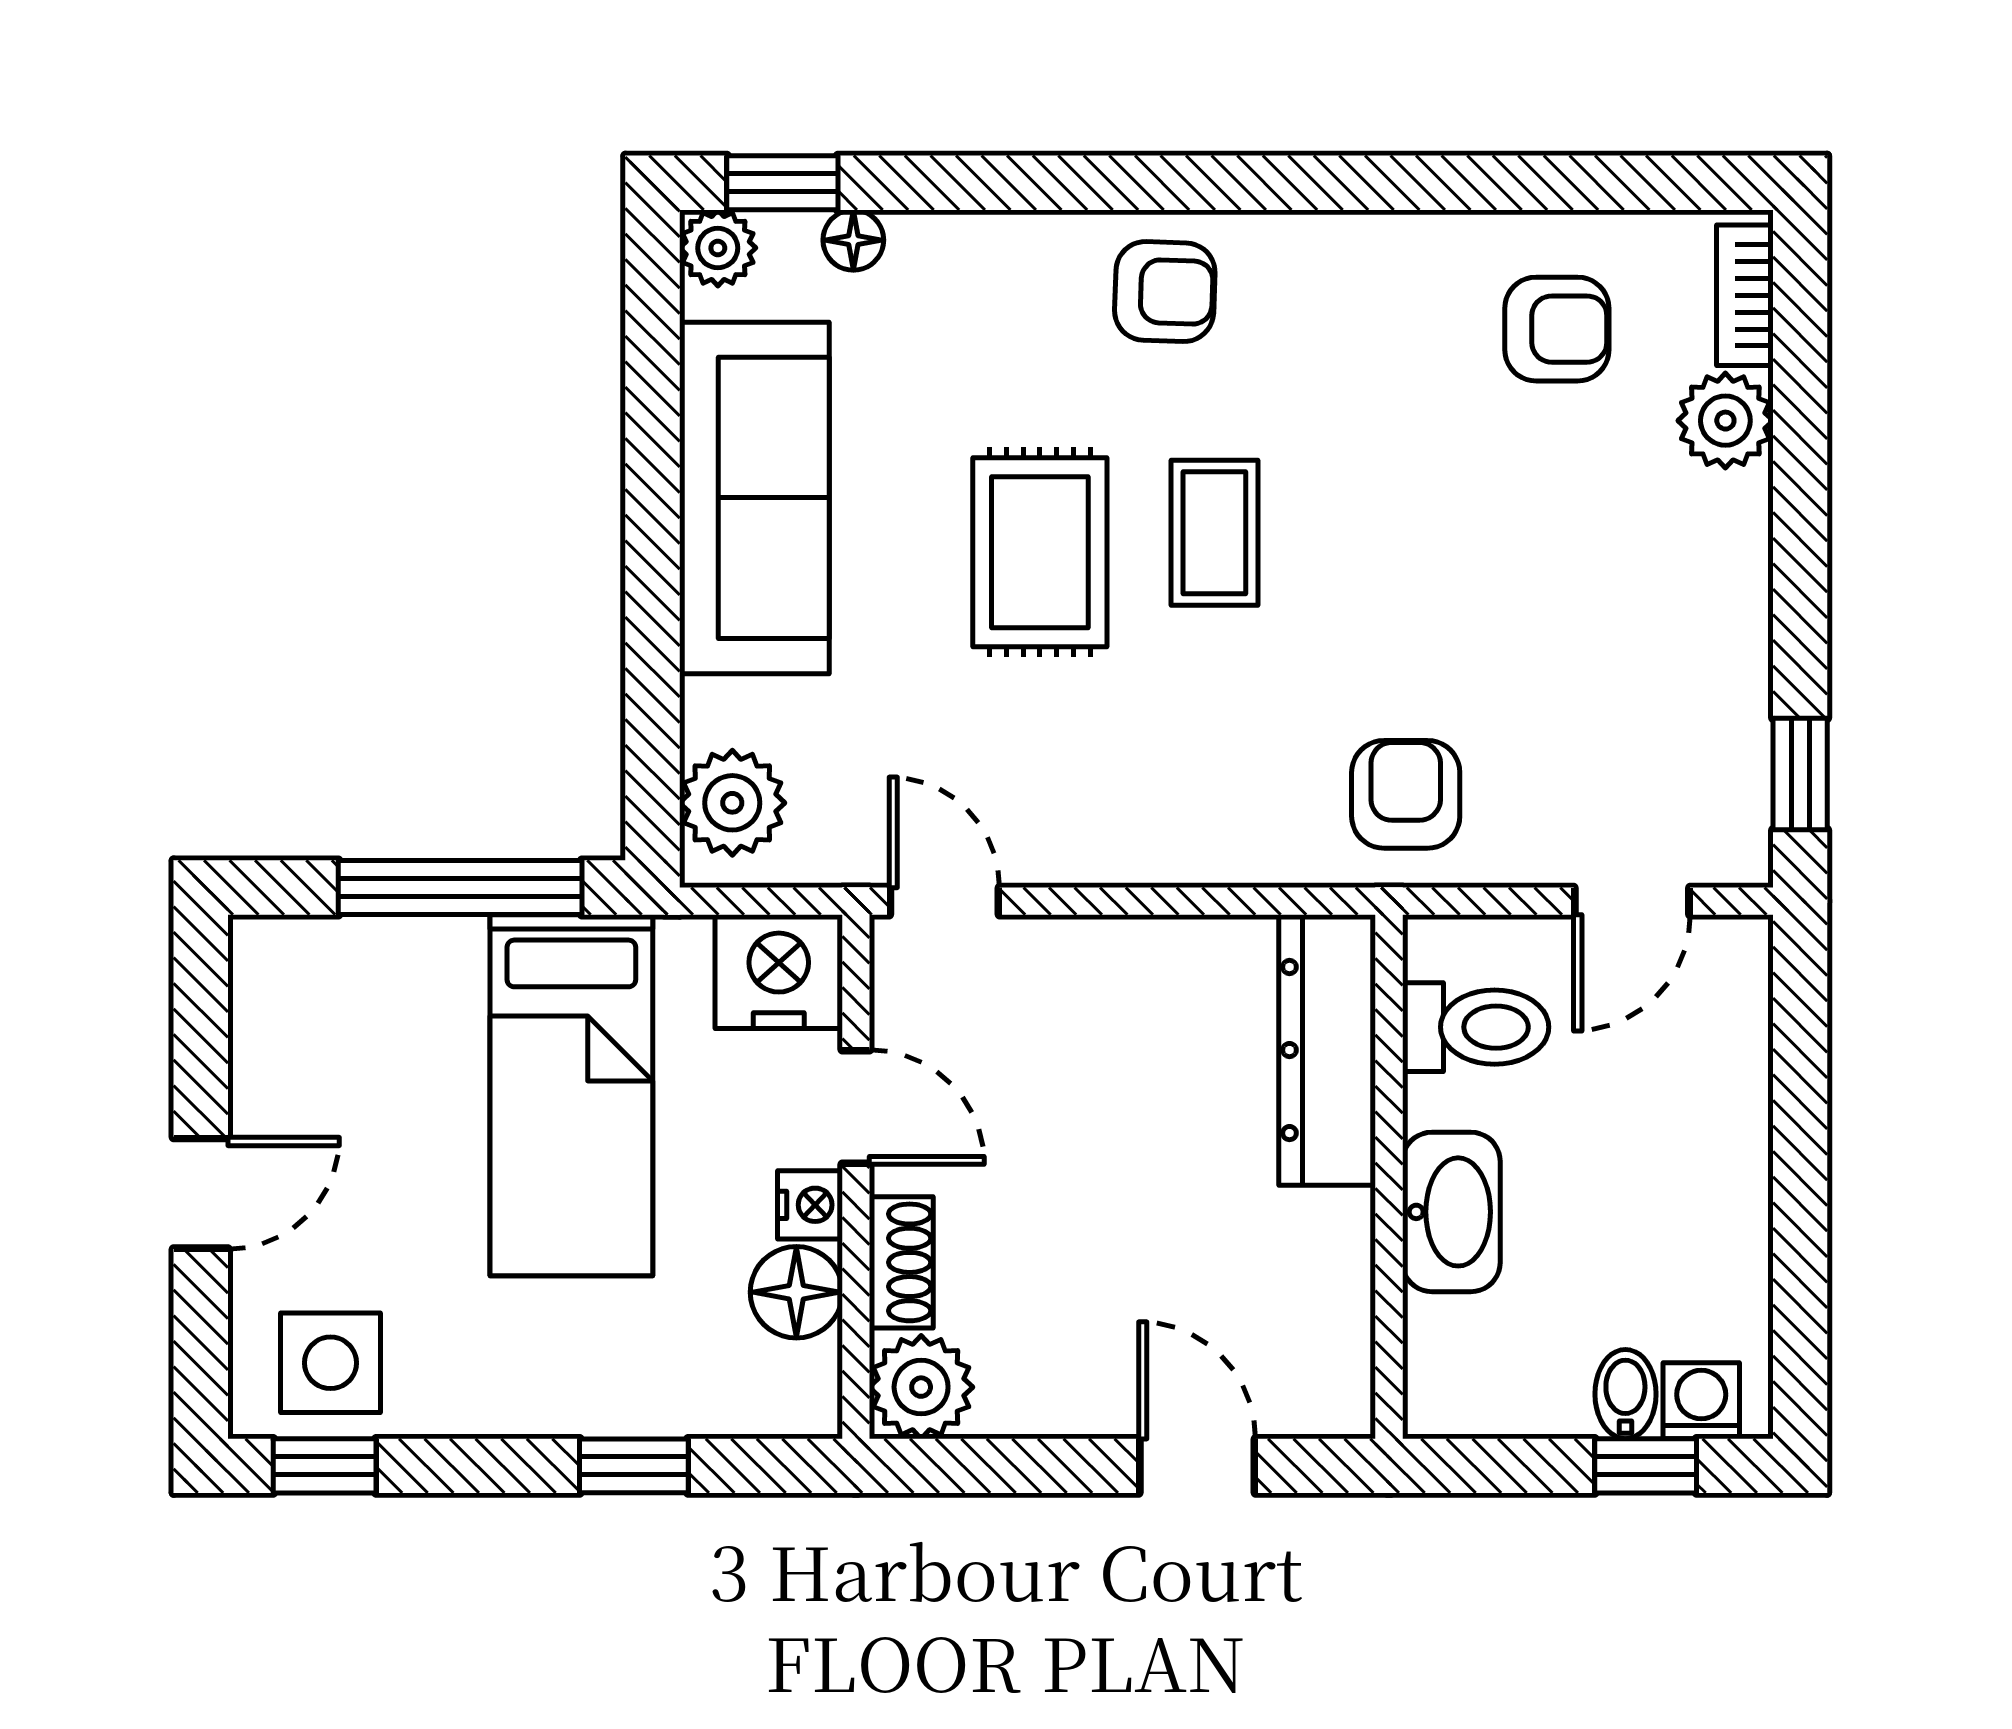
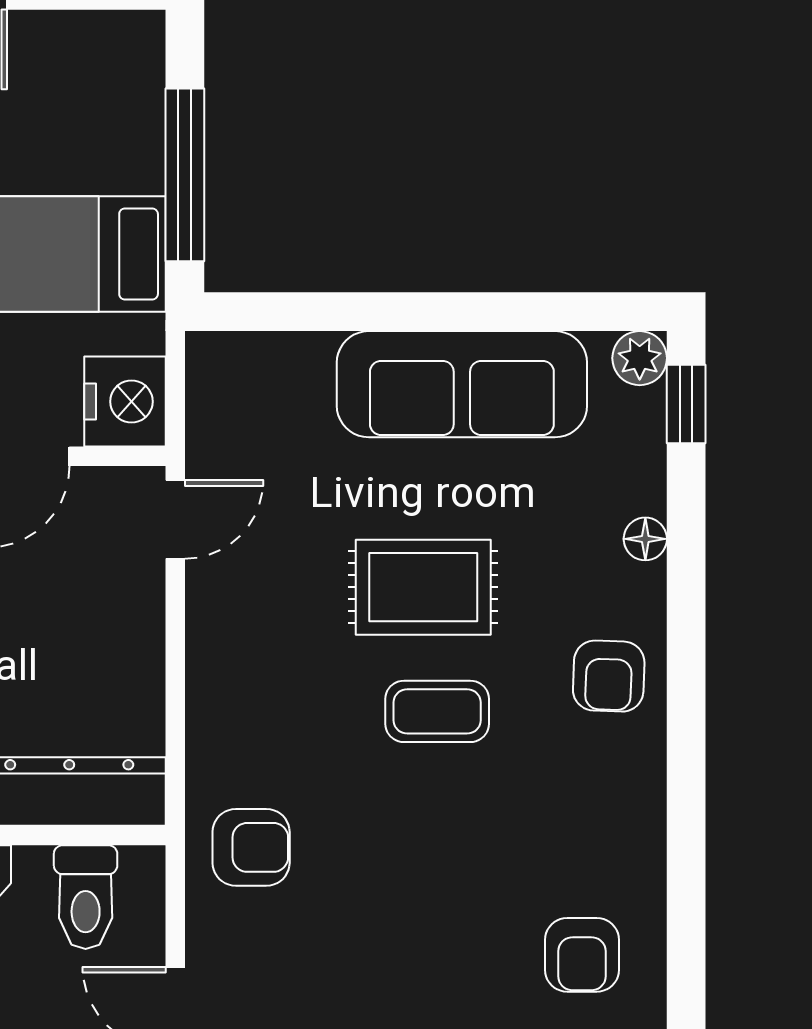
floor lamp: (853, 240) -> (645, 539), moved
plant: (732, 803) -> (245, 368), removed

